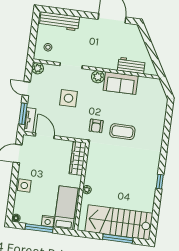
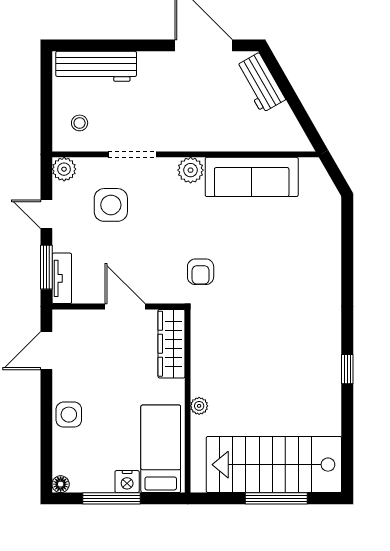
workbench: (131, 65) -> (260, 83), moved, turned -120
sofa: (121, 83) -> (252, 177), width x1.36
side table: (68, 98) -> (111, 205), moved
coffee table: (122, 132) -> (256, 277), removed
door: (45, 136) -> (125, 307), moved

